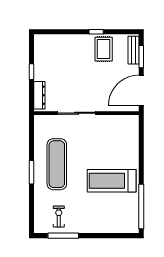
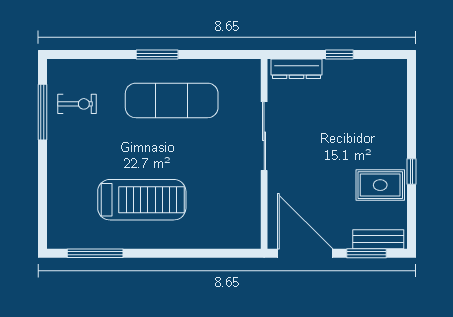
treadmill: (112, 181) -> (142, 200), turned 90
window: (141, 207) -> (95, 253), width x0.68

